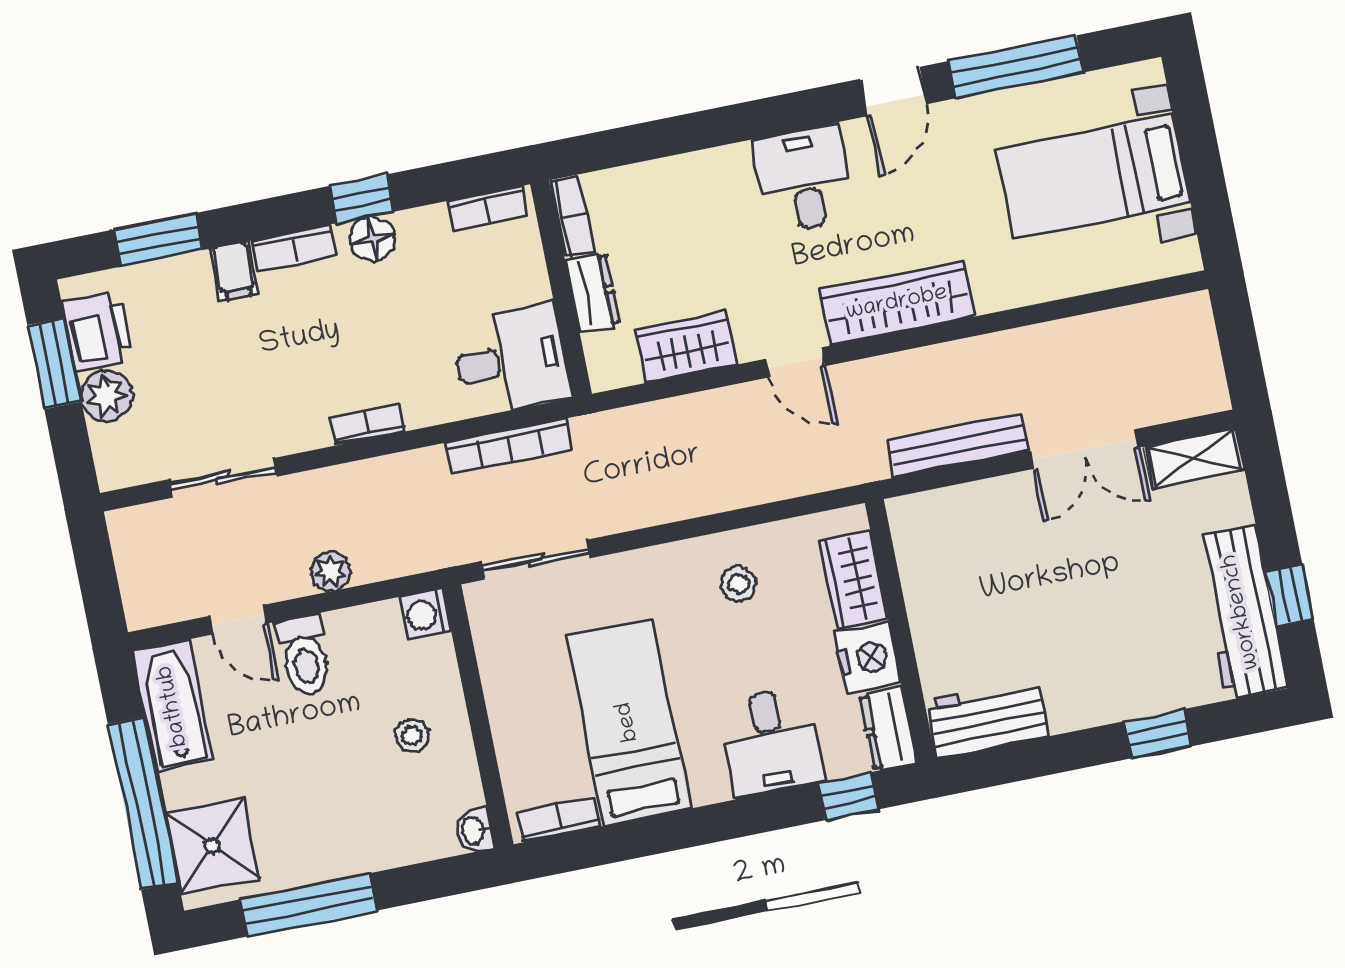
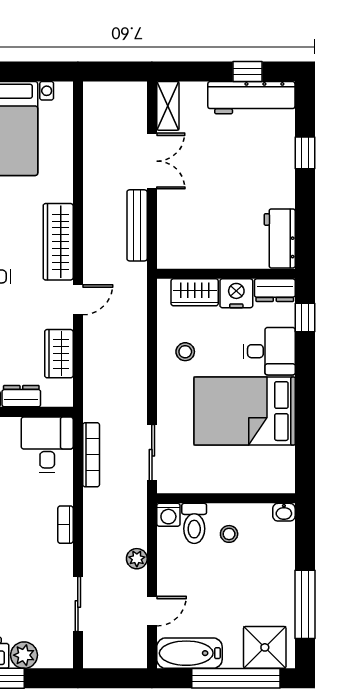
toilet: (304, 656) -> (194, 523), moved, turned 90
bed: (628, 722) -> (245, 411), width x1.50
bookcase: (559, 819) -> (287, 468), removed

